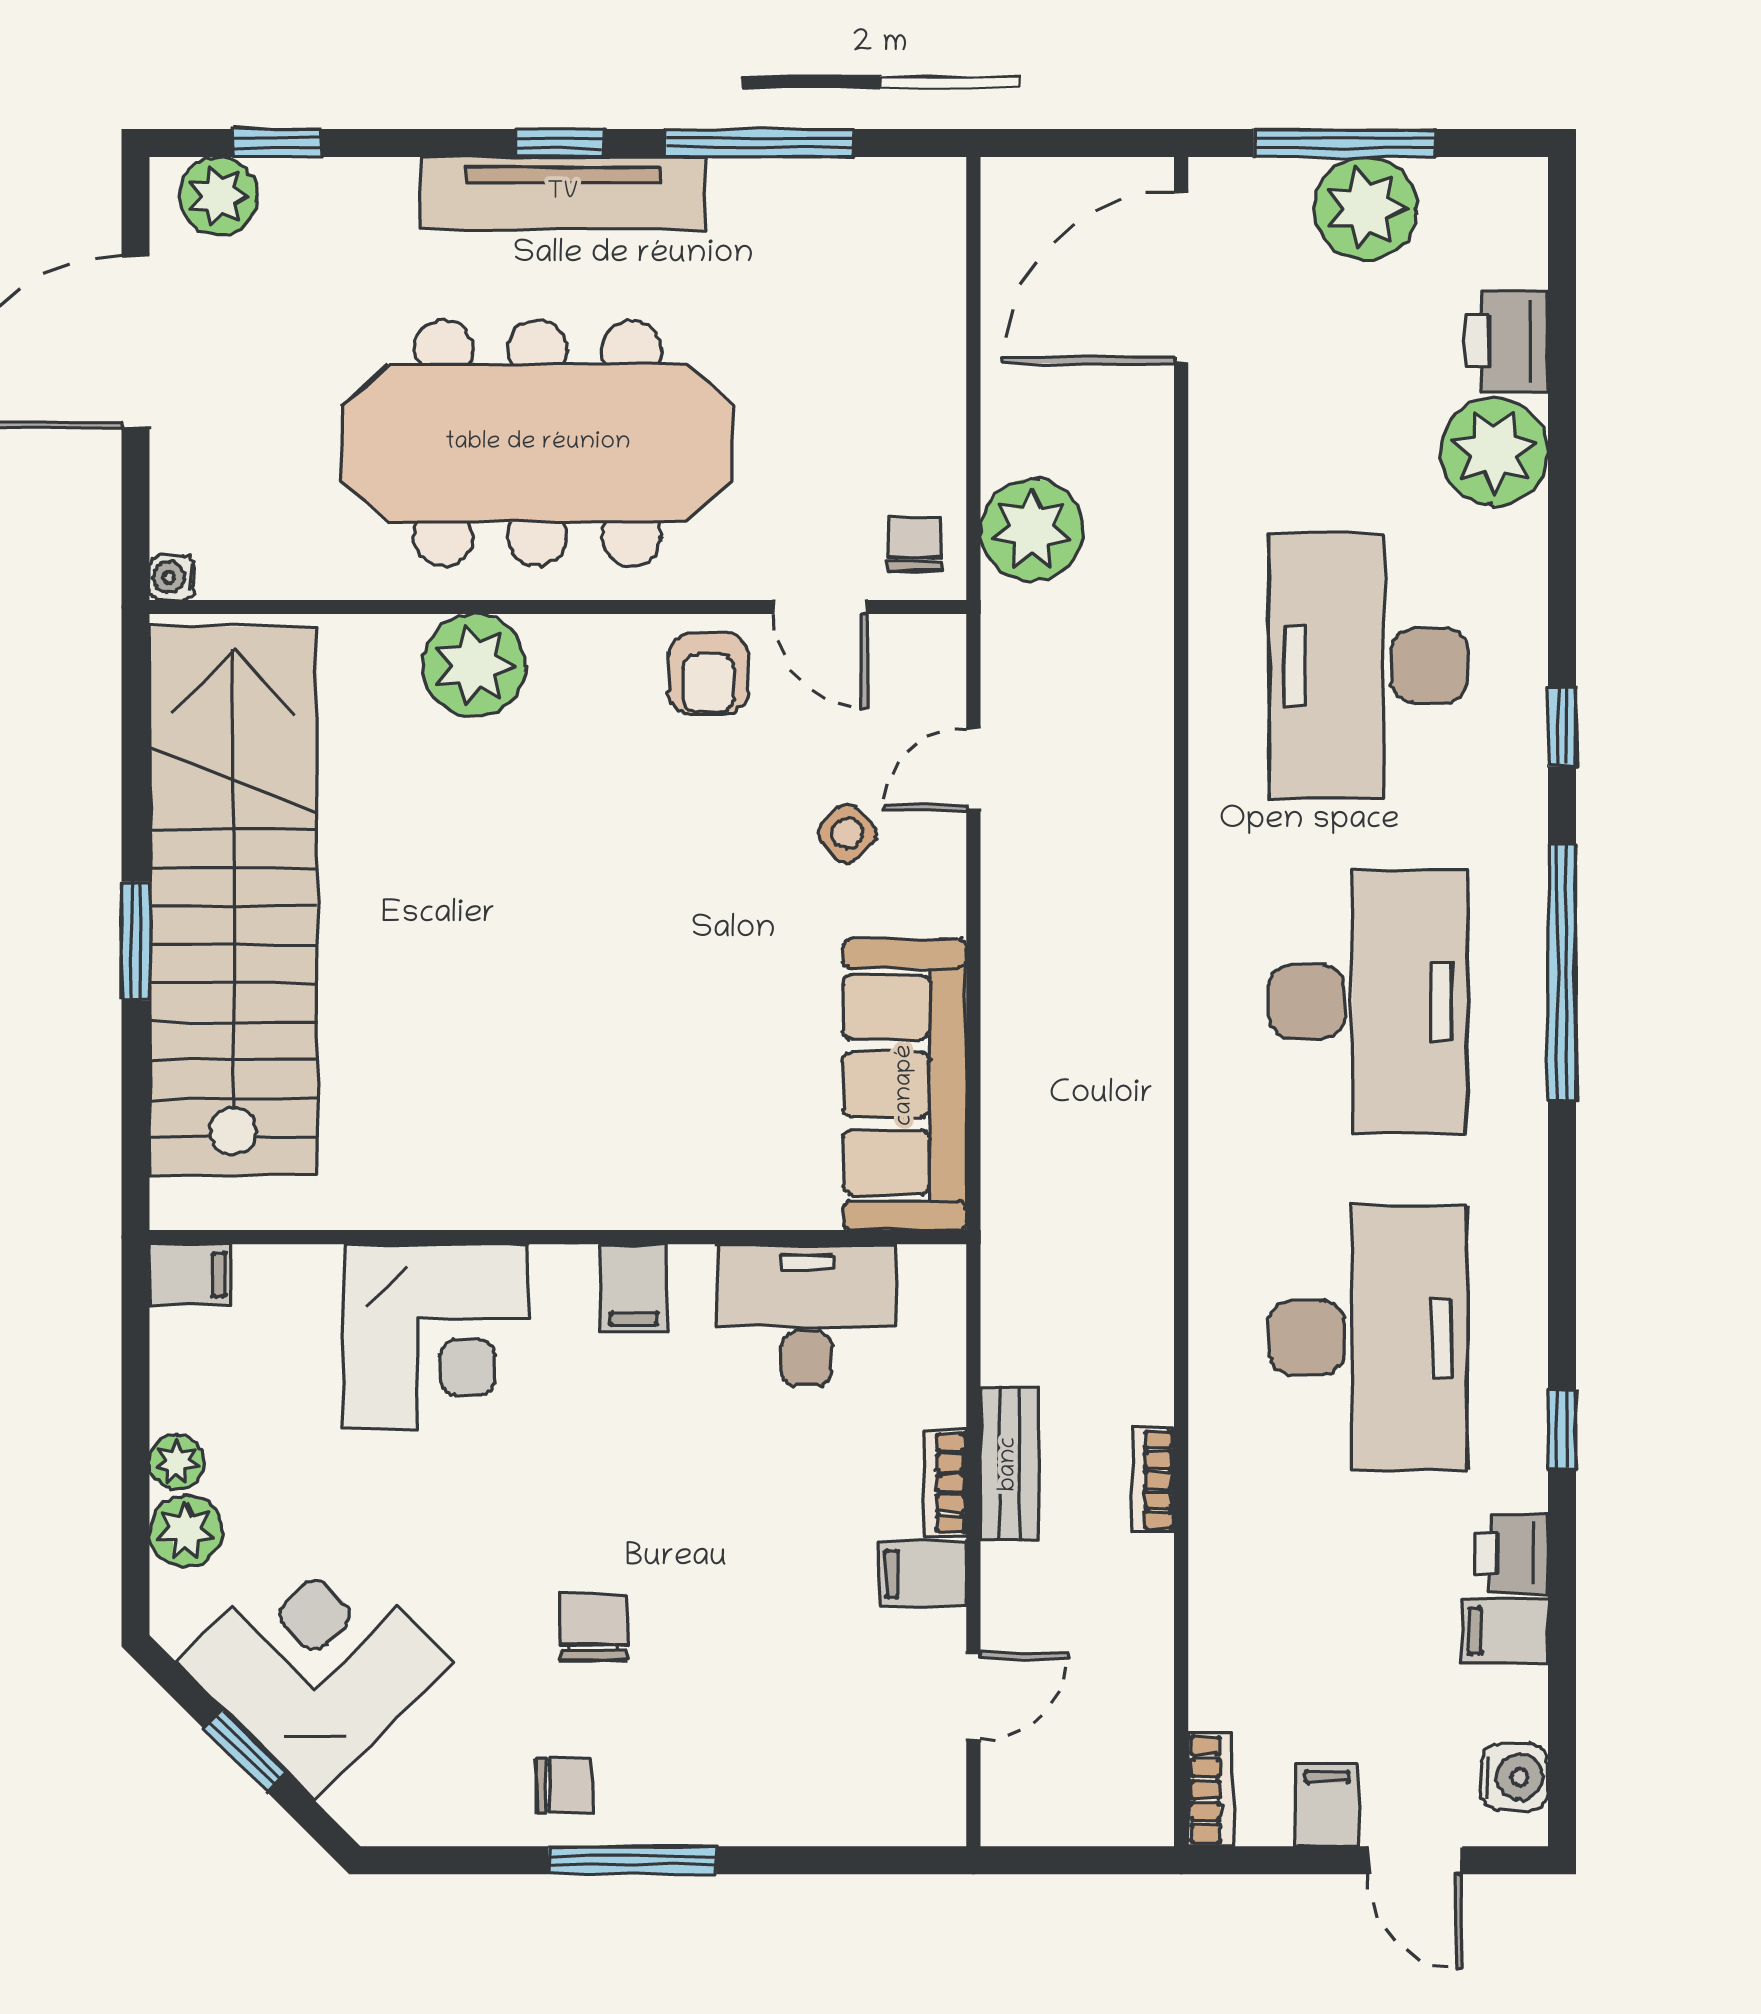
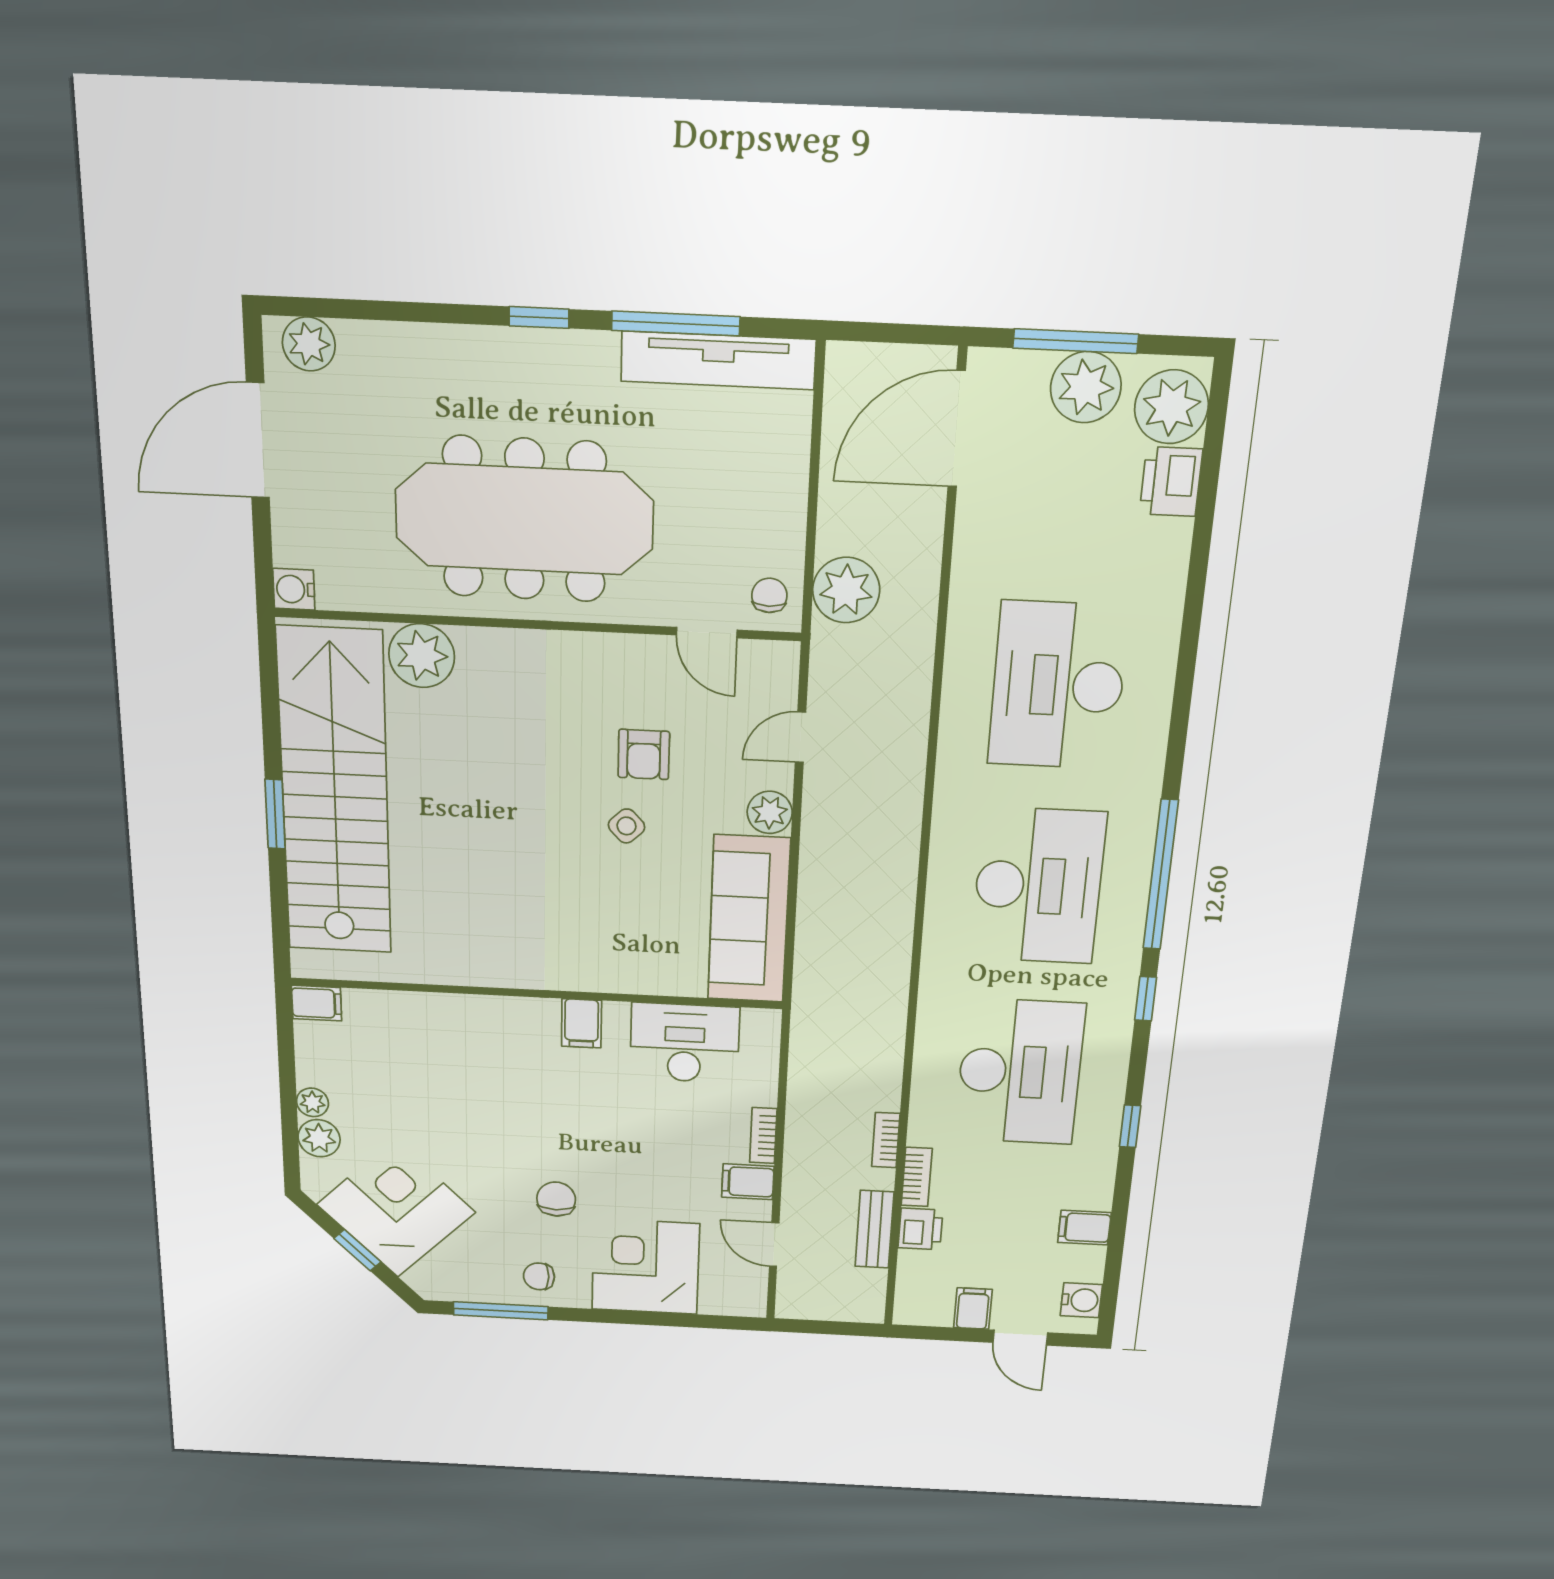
window: (277, 143) -> (347, 309), removed
tv unit: (563, 193) -> (718, 360), moved
plant: (1494, 452) -> (1171, 407), moved
water cooler: (172, 577) -> (294, 589), width x1.38, depth x1.38
plant: (474, 665) -> (422, 656), moved
armchair: (708, 673) -> (644, 754), moved
window: (1562, 727) -> (1146, 999), moved
side table: (847, 833) -> (626, 826), moved
plant: (931, 898) -> (770, 812), added
corner desk: (436, 1336) -> (645, 1267), moved, turned 180
bench: (1009, 1464) -> (874, 1229), moved
printer: (1512, 1553) -> (920, 1229), moved, turned 180
door: (973, 1696) -> (774, 1245), swing flipped
chair: (564, 1785) -> (539, 1276), turned 180
bookcase: (1211, 1790) -> (917, 1177), moved
window: (632, 1860) -> (501, 1311), moved

